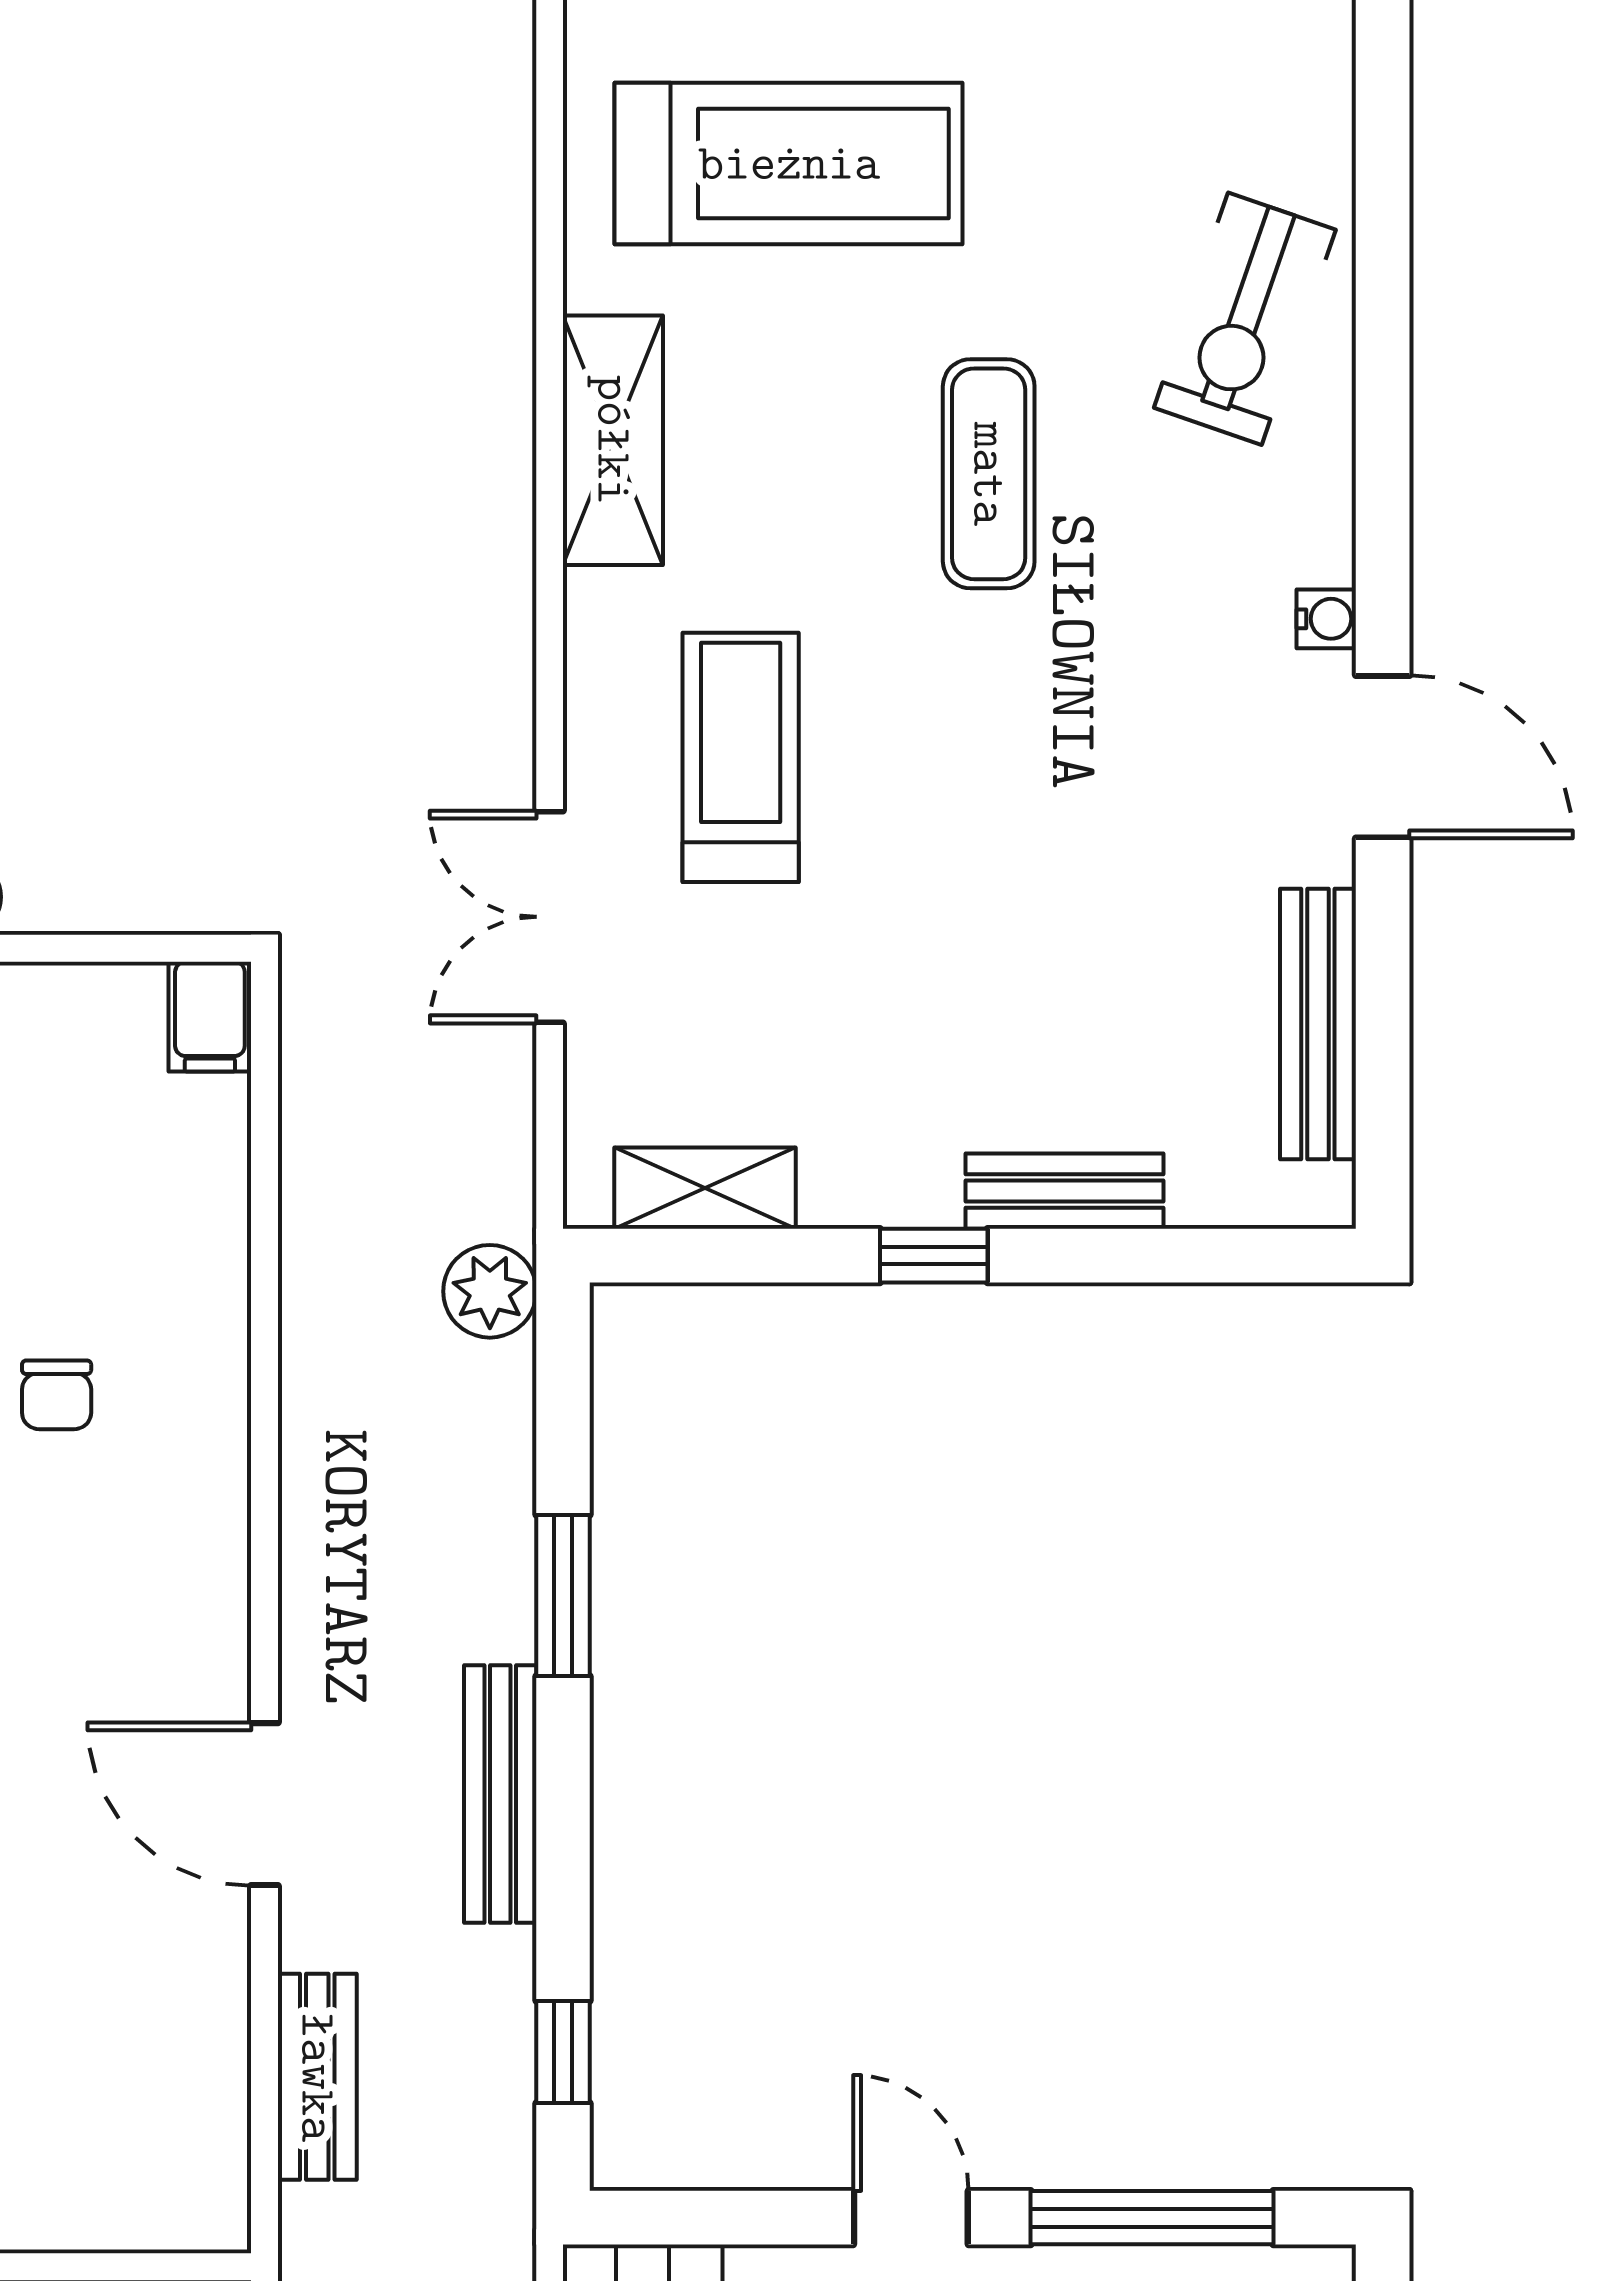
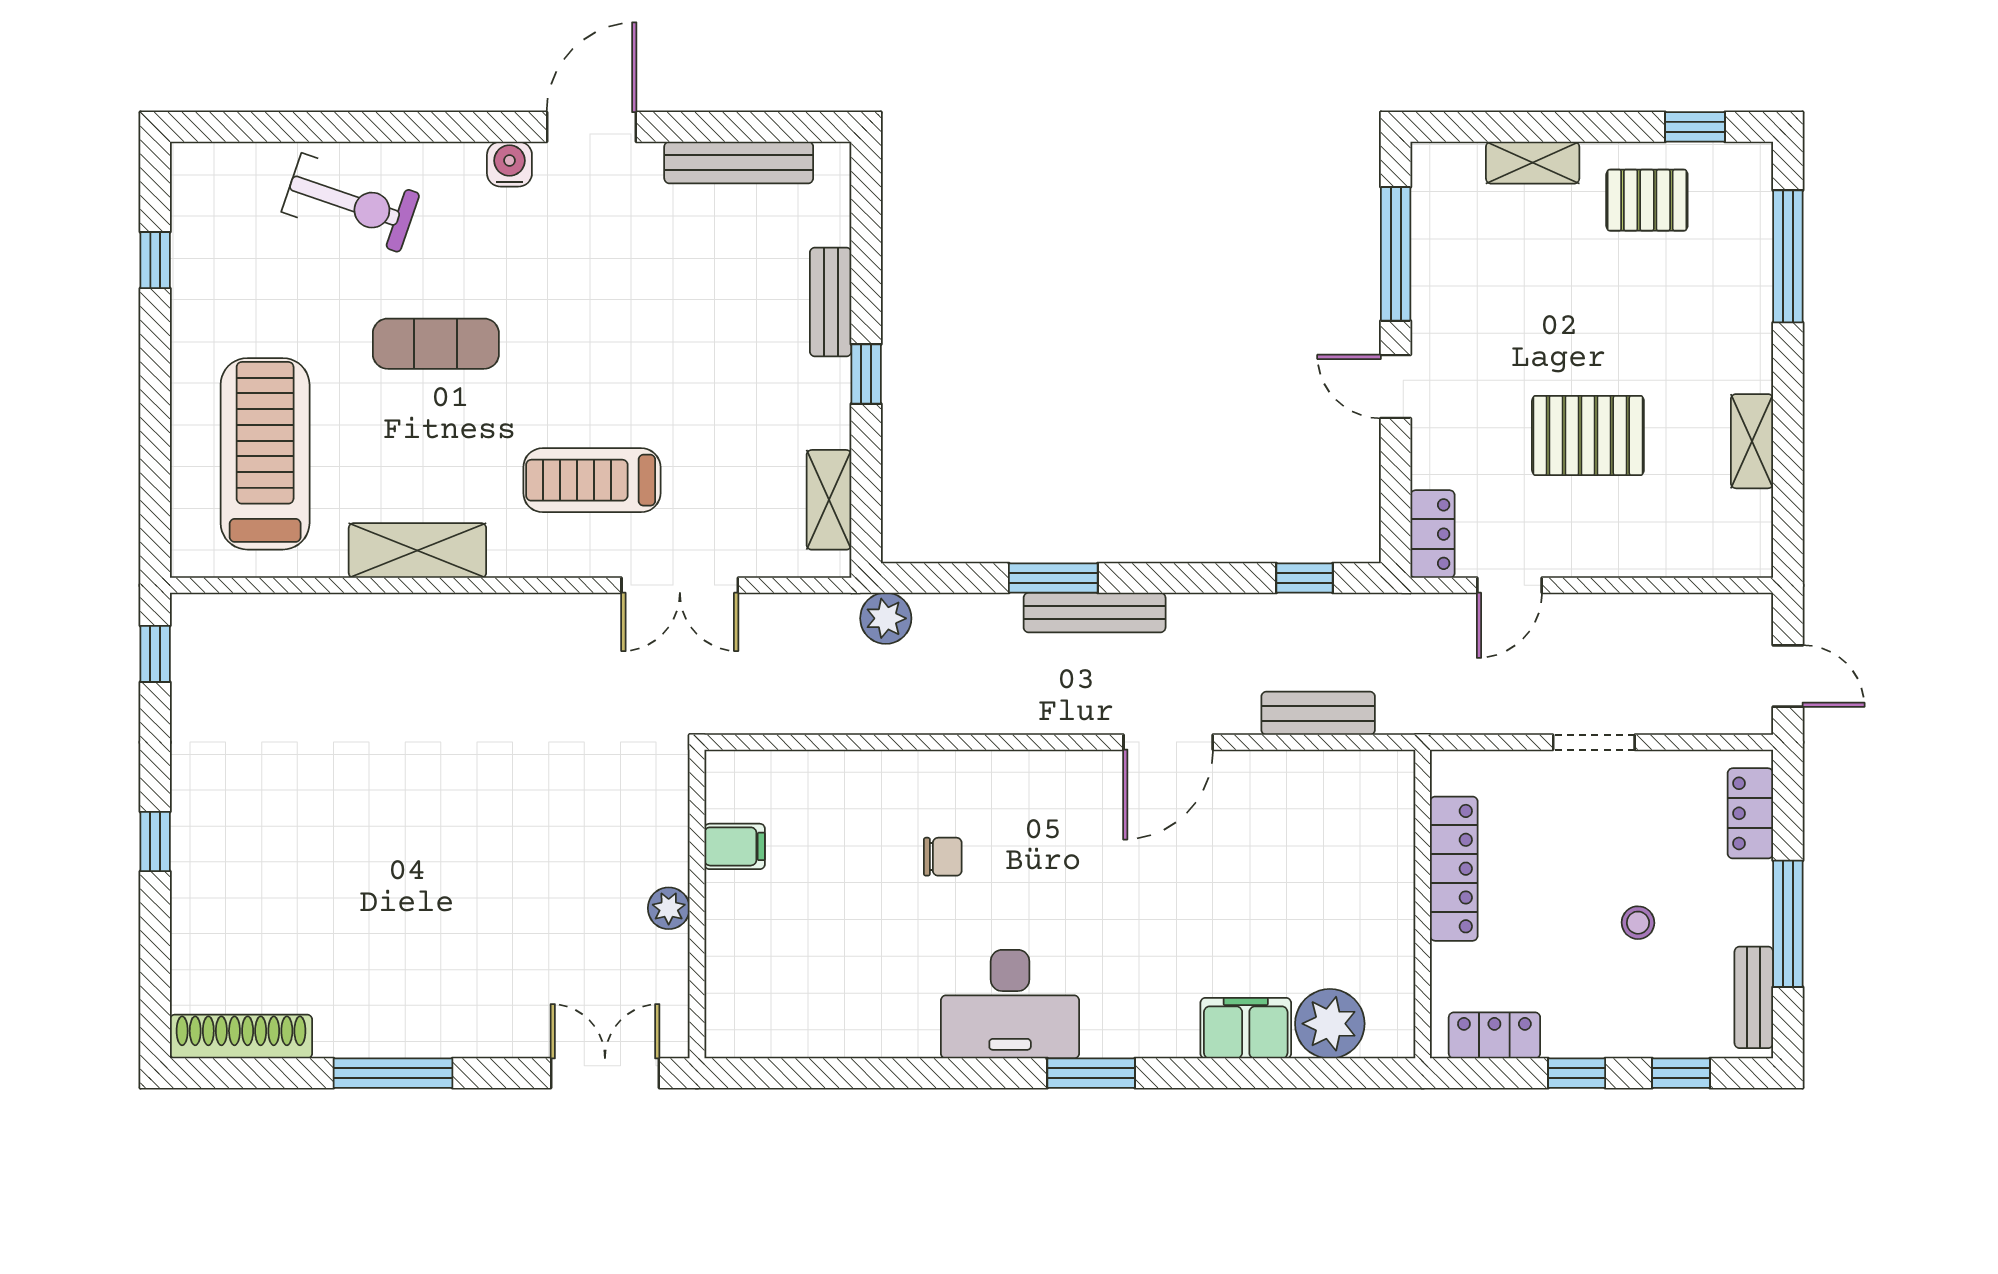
water cooler: (1326, 619) -> (509, 164), width x1.38, depth x1.38
filing cabinet: (210, 1017) -> (735, 846), moved
bench: (500, 1794) -> (1095, 613), moved
door: (911, 2218) -> (1396, 387), hinge flipped

